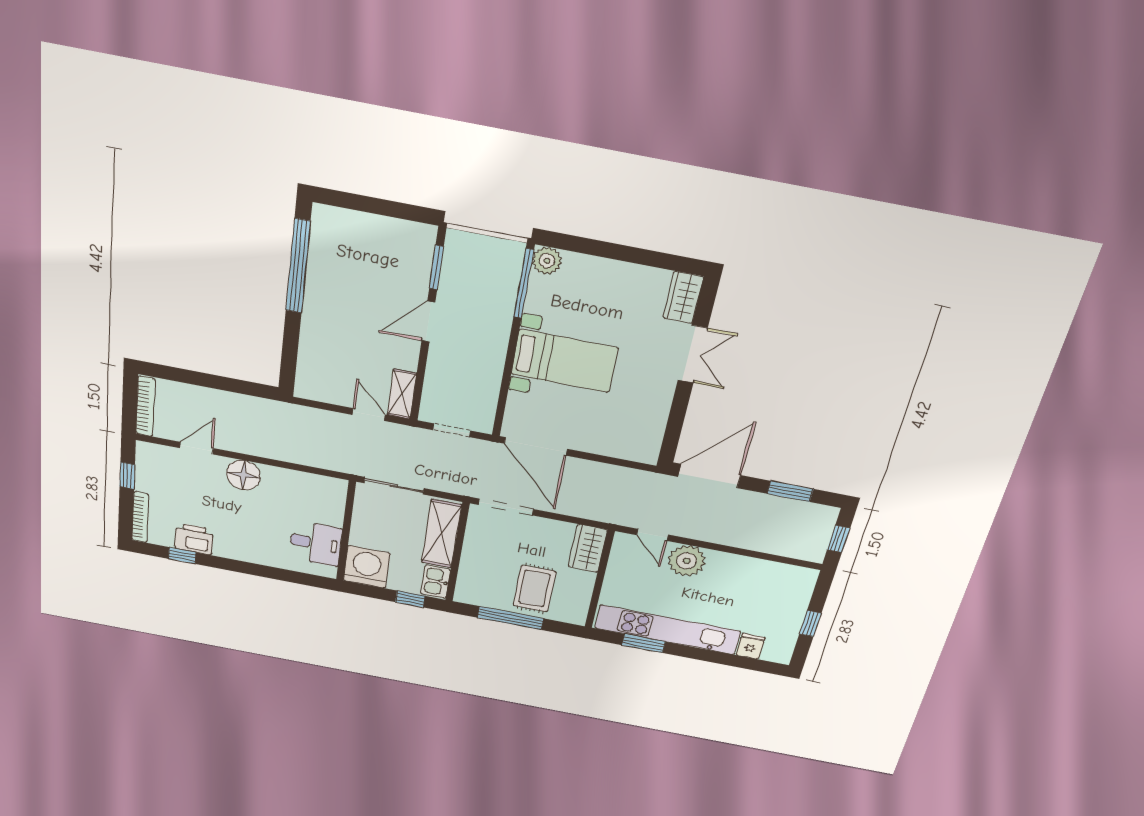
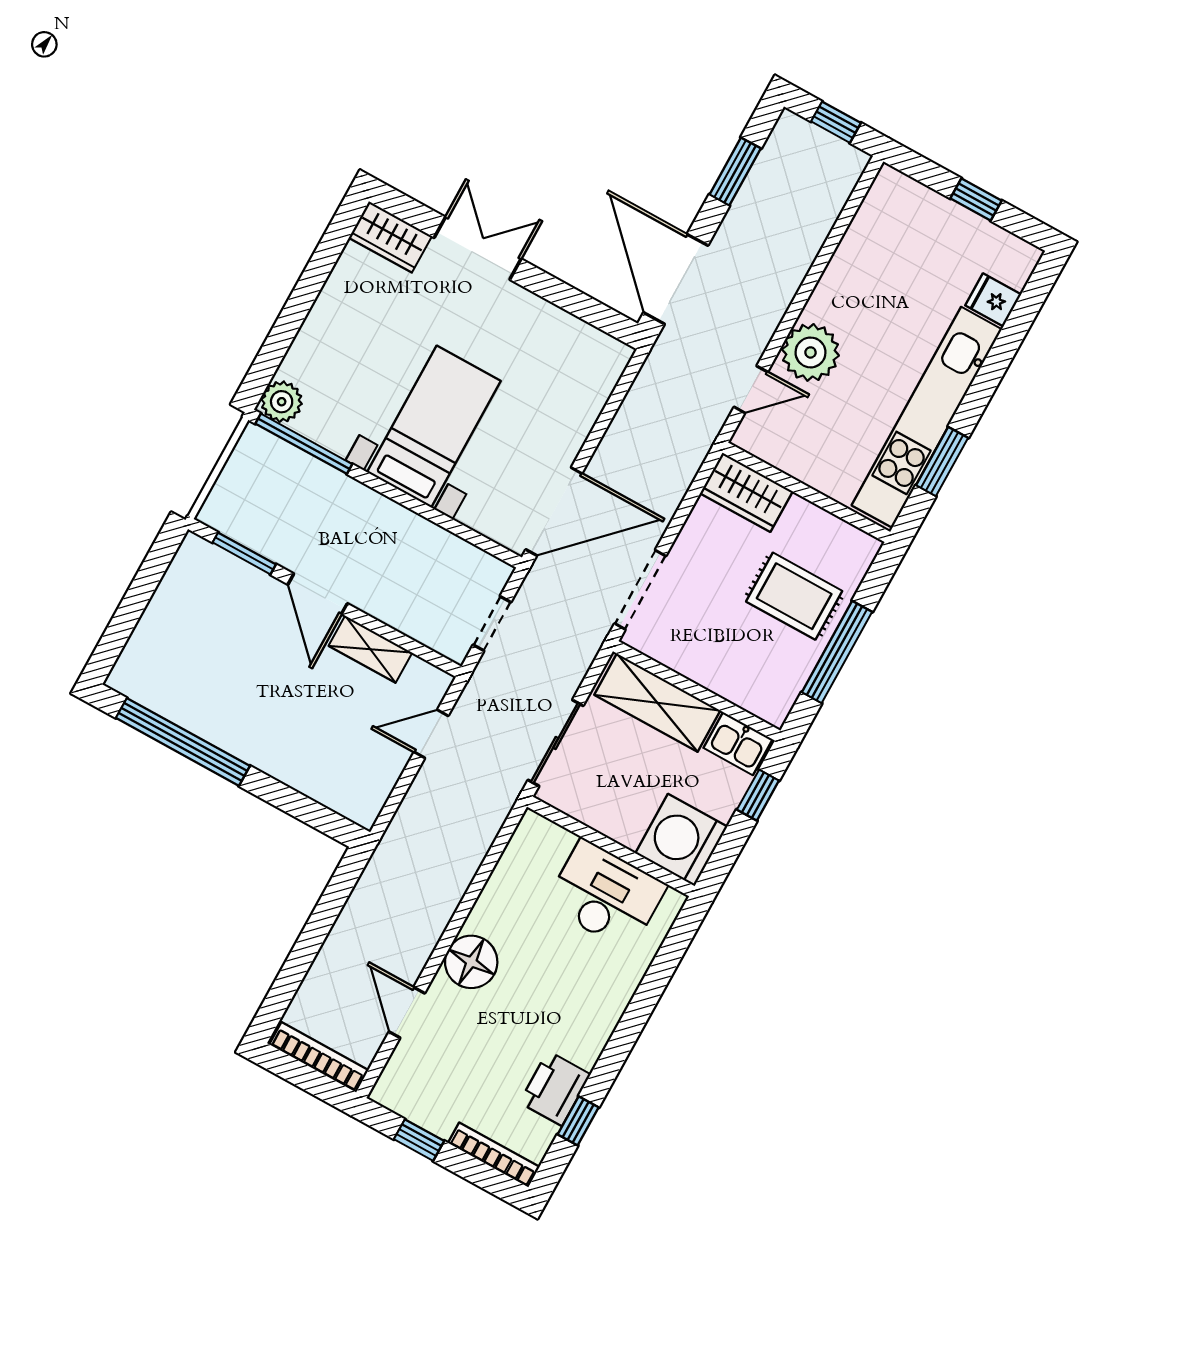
shelving: (402, 394) -> (370, 649), moved
desk: (316, 543) -> (606, 895), width x1.37

